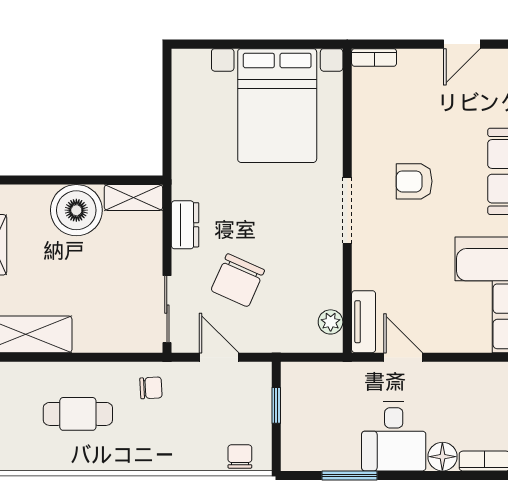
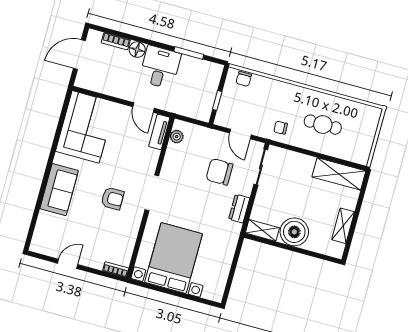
chair: (238, 280) -> (219, 172), turned -114

